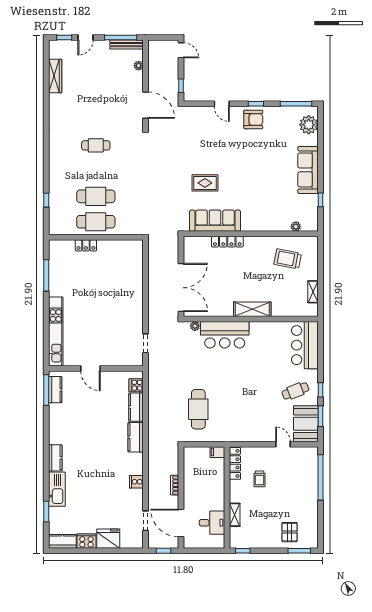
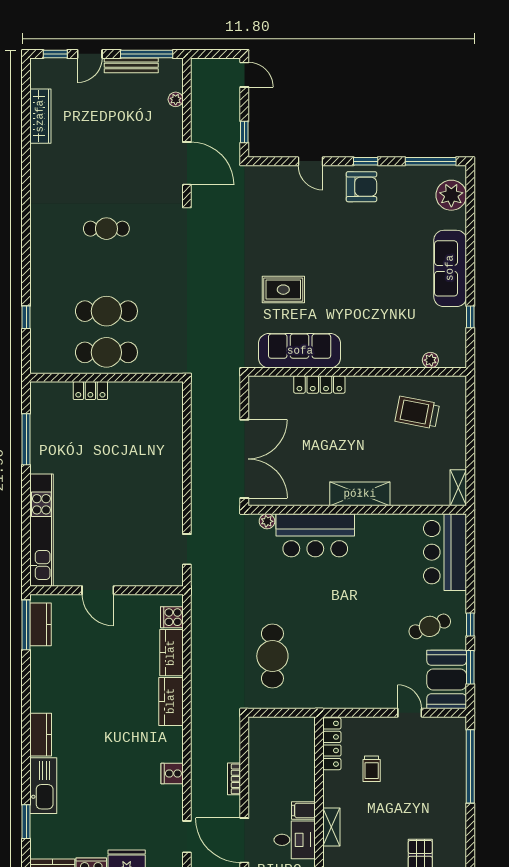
bench: (127, 45) -> (131, 65), moved
shelving: (313, 292) -> (458, 488), moved
filing cabinet: (217, 452) -> (303, 810), moved

